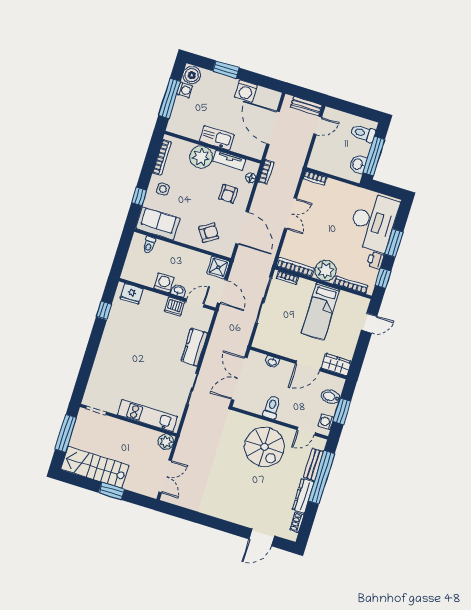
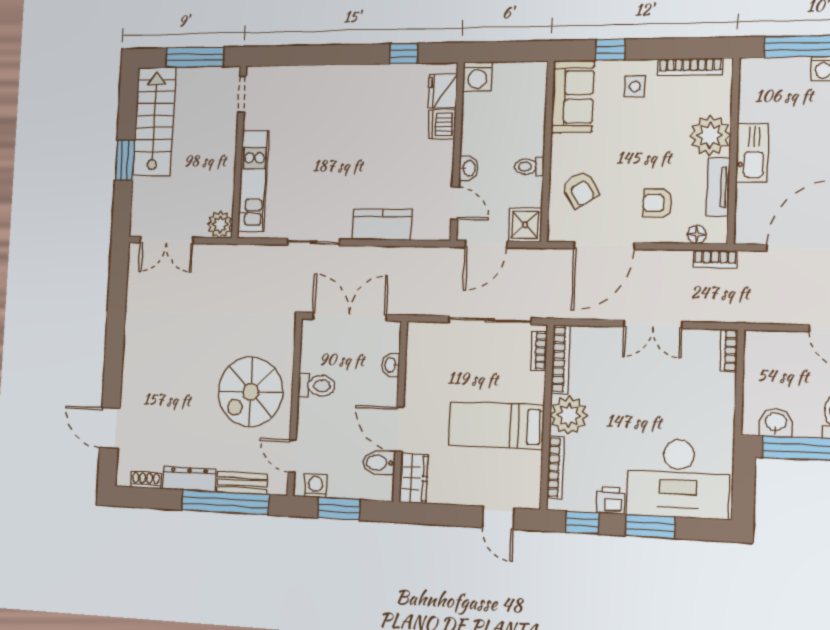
toilet: (149, 245) -> (529, 167), moved
washing machine: (164, 283) -> (477, 77), moved, turned 90
dishwasher: (175, 307) -> (442, 124), moved
bidet: (331, 397) -> (379, 463), moved, turned -90

